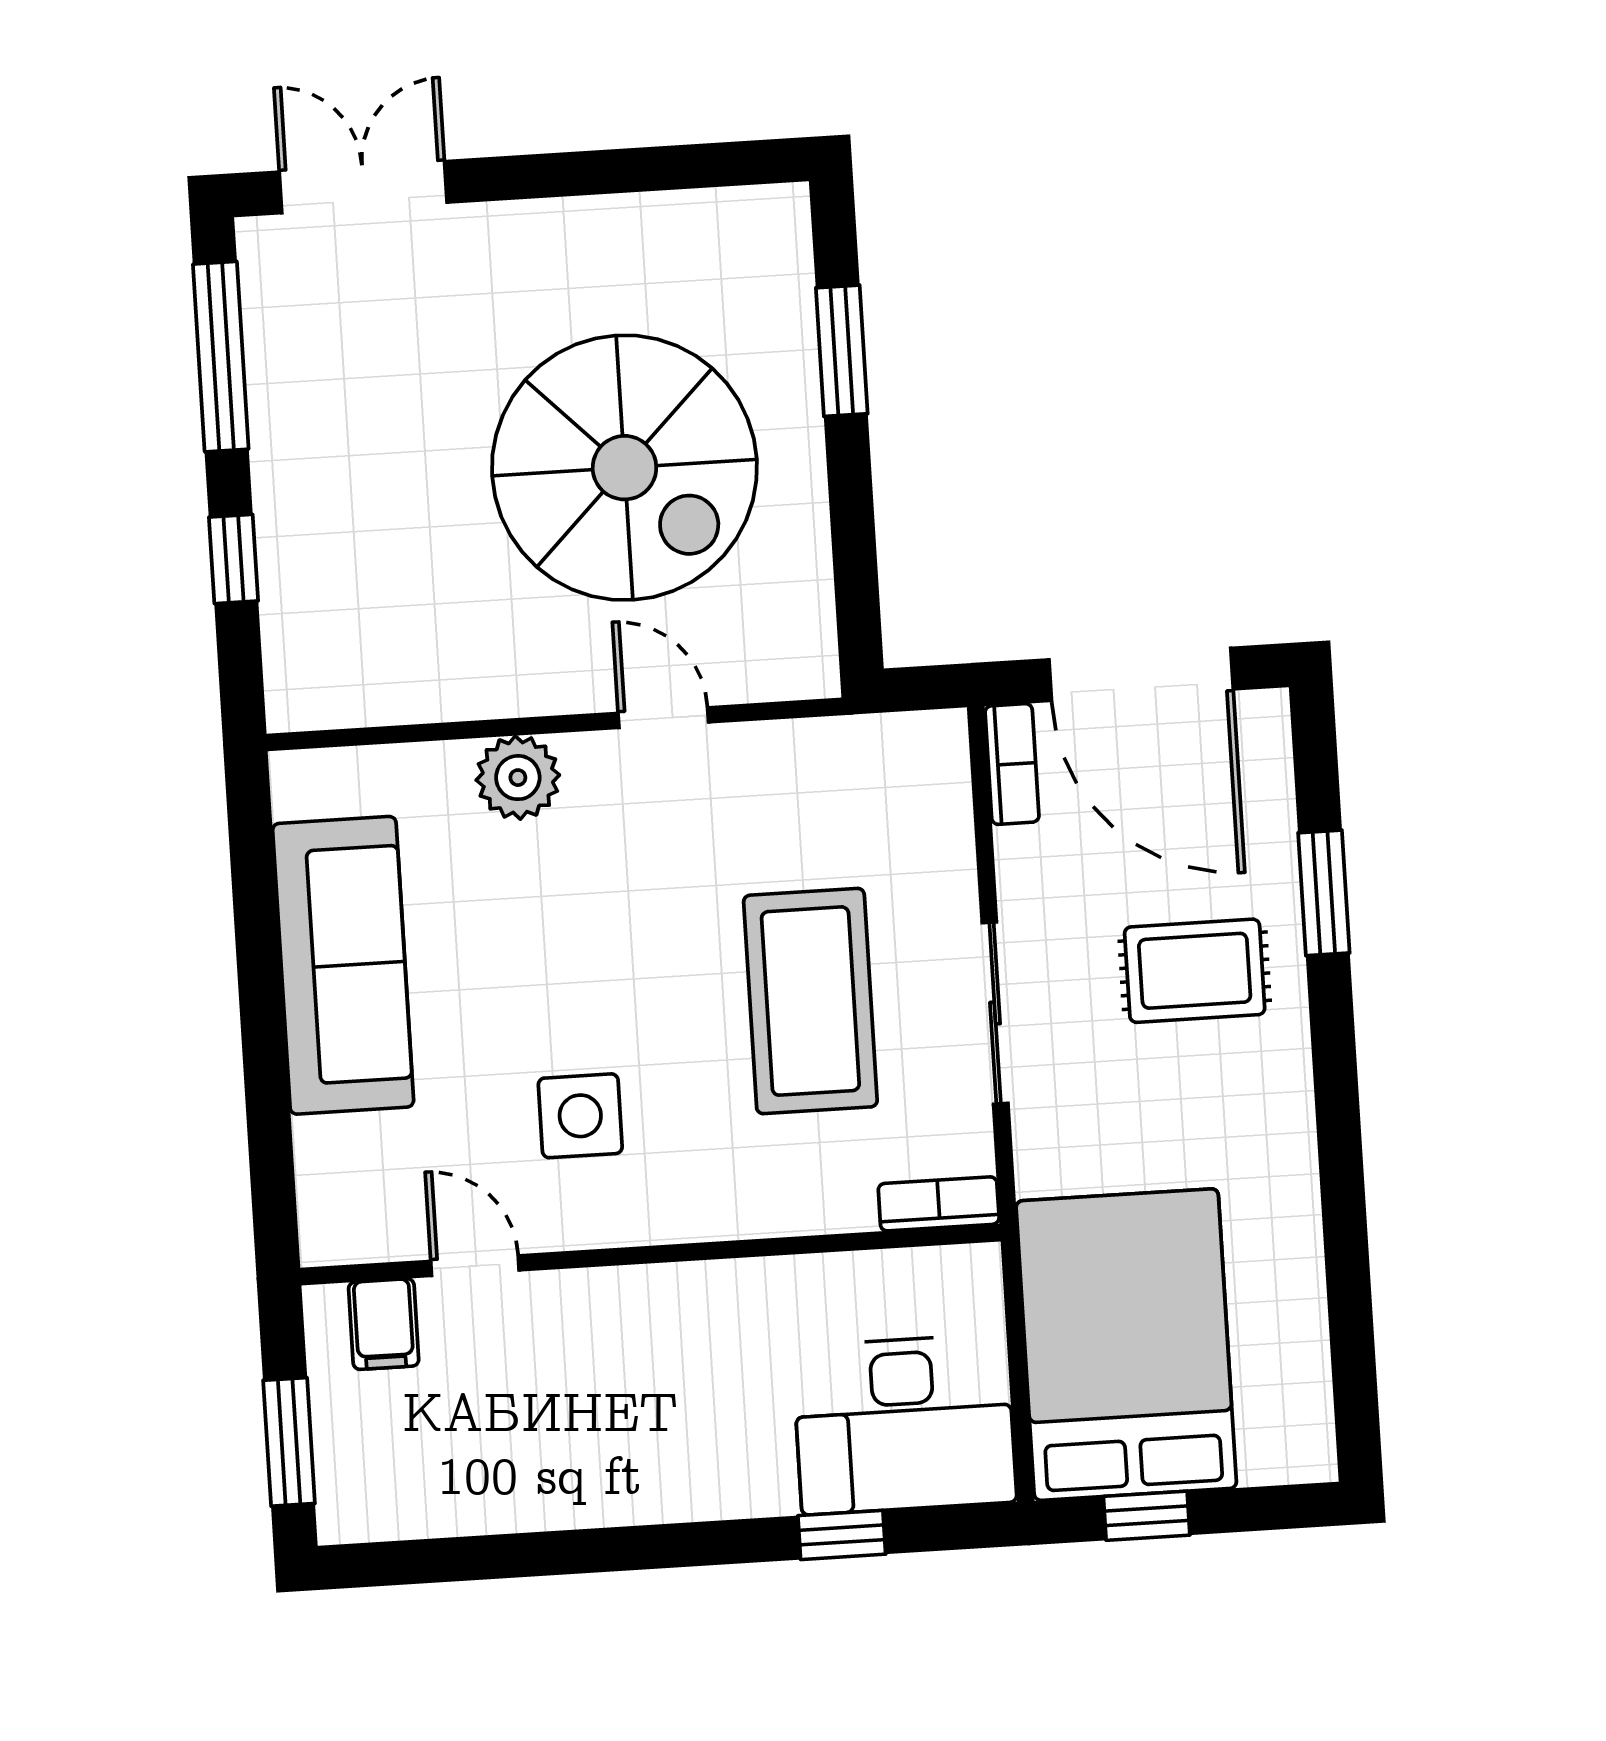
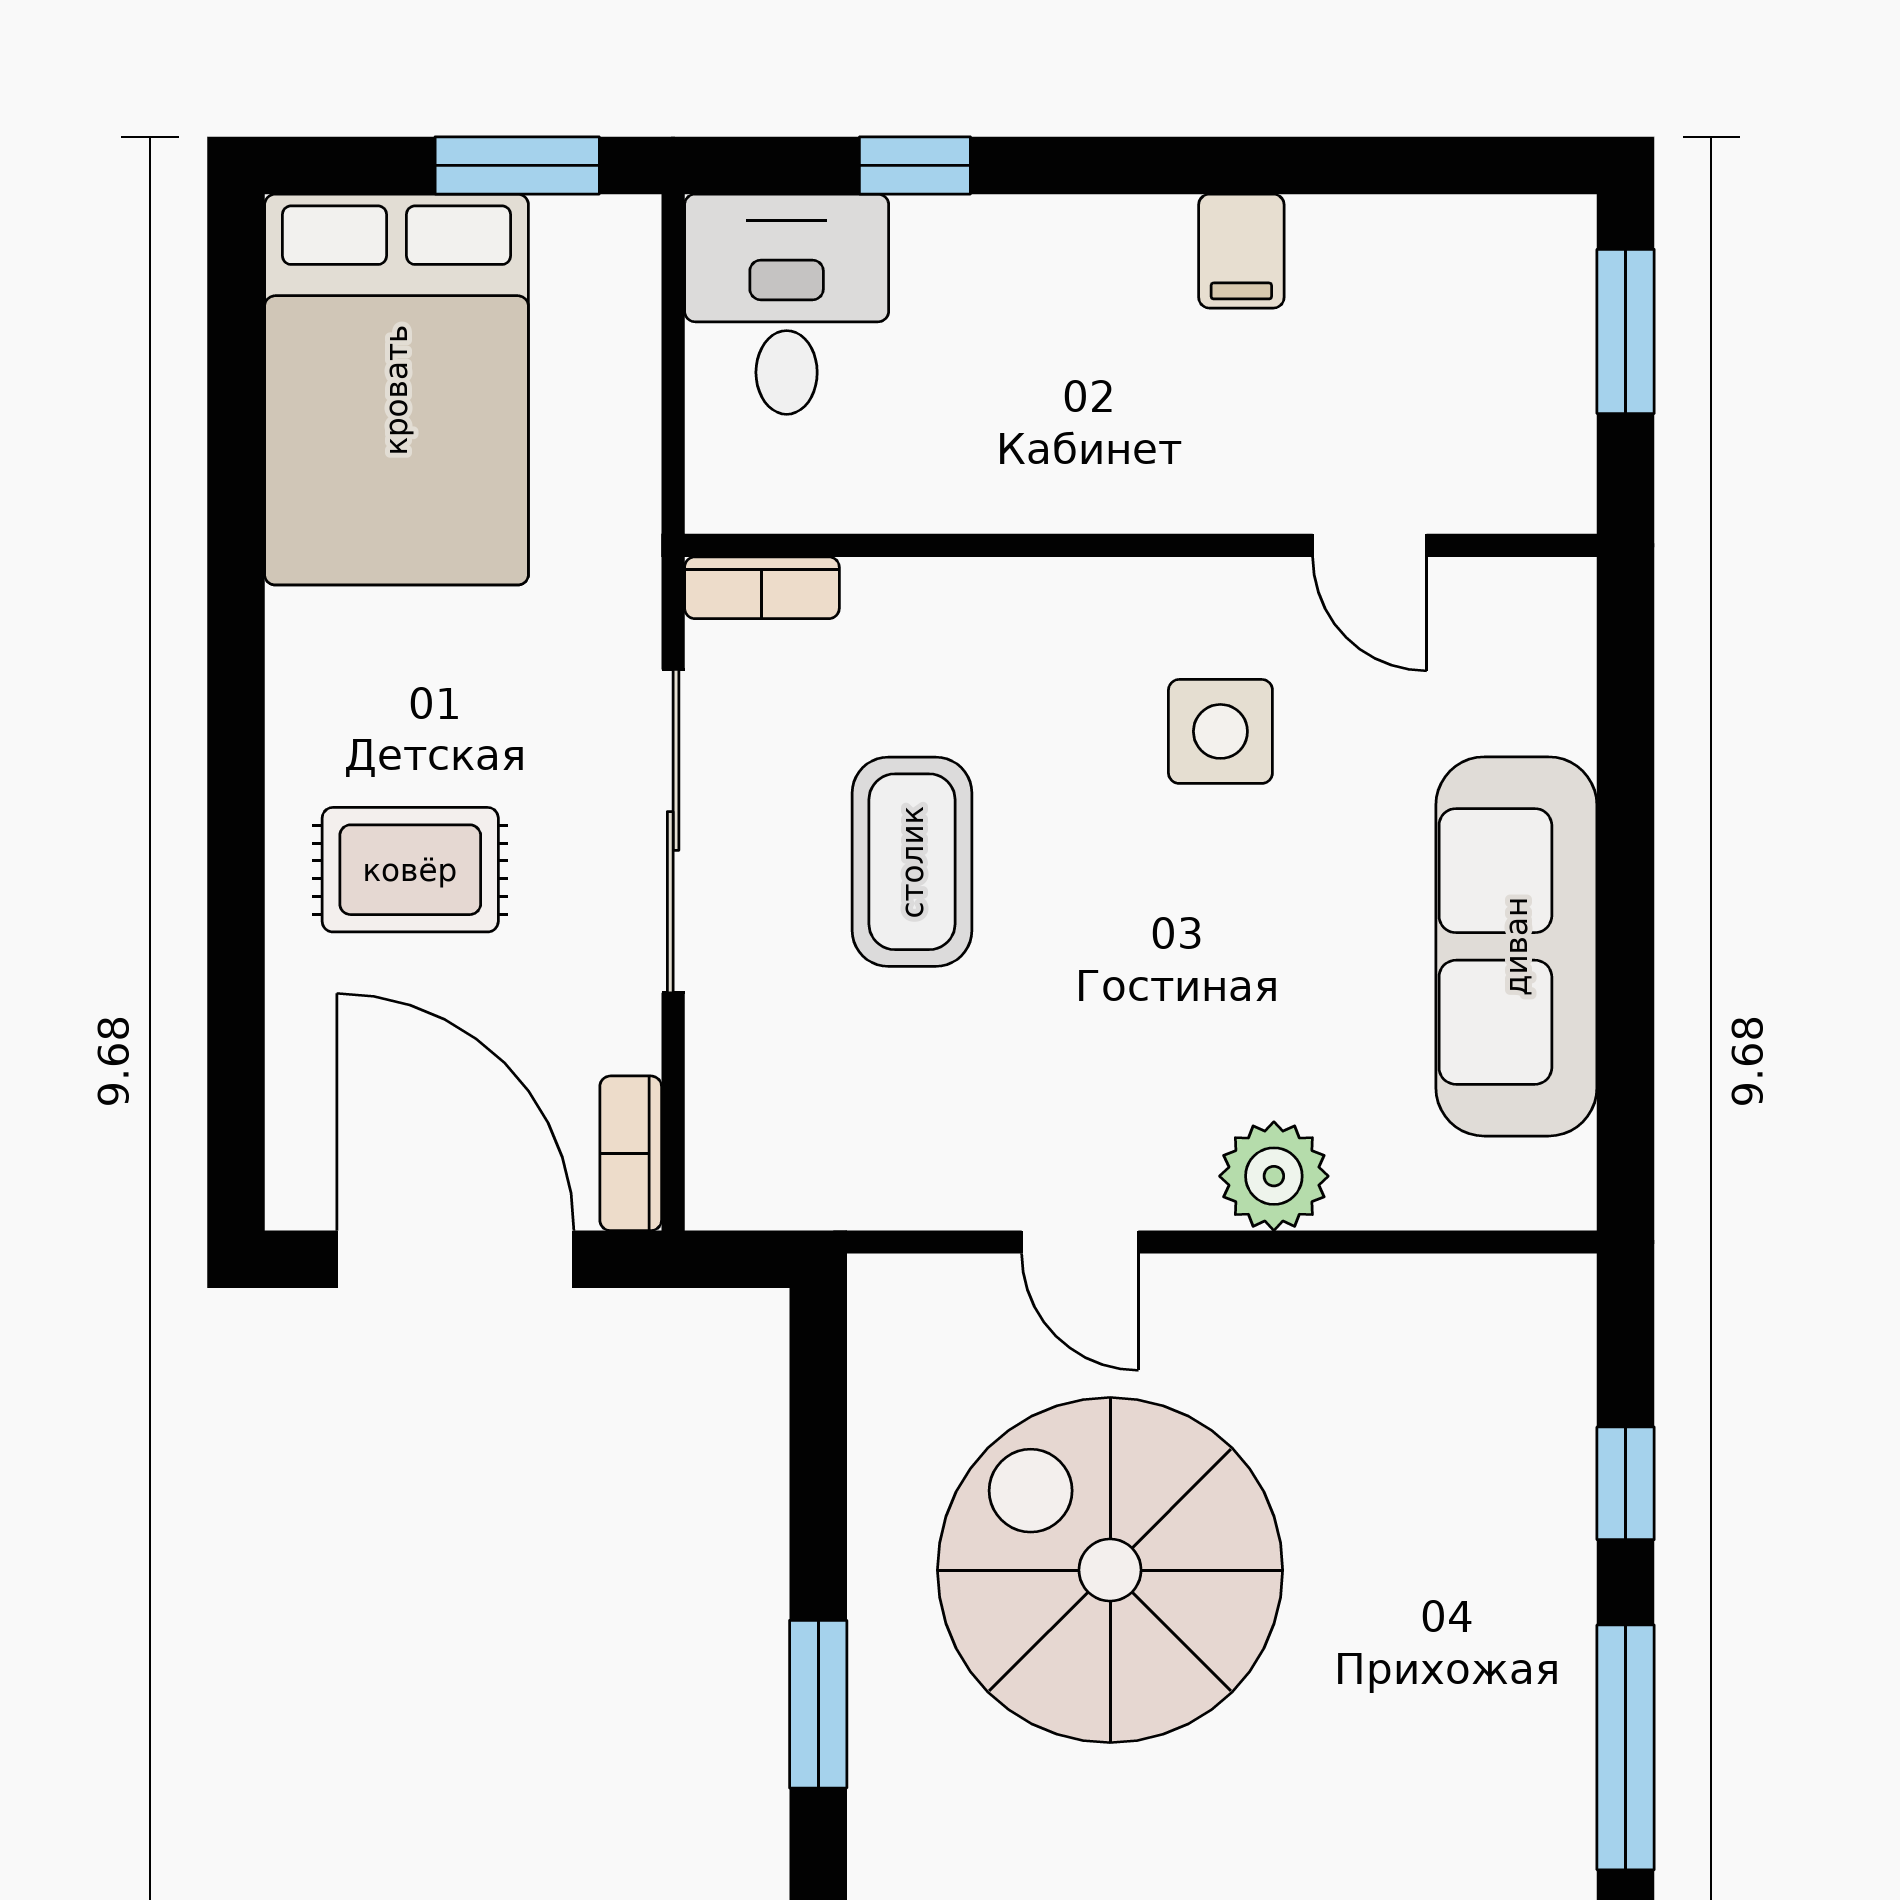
window: (1324, 893) -> (236, 960), removed
coffee table: (810, 1001) -> (912, 862), width x0.73, depth x0.76
sliding door: (995, 1013) -> (673, 831), width x1.37
filing cabinet: (384, 1324) -> (1241, 251), moved, turned 180
bed: (1126, 1345) -> (396, 390), moved
desk: (904, 1424) -> (787, 304), width x0.73
window: (1147, 1516) -> (517, 165), width x1.50

